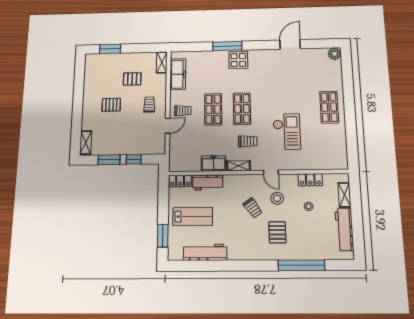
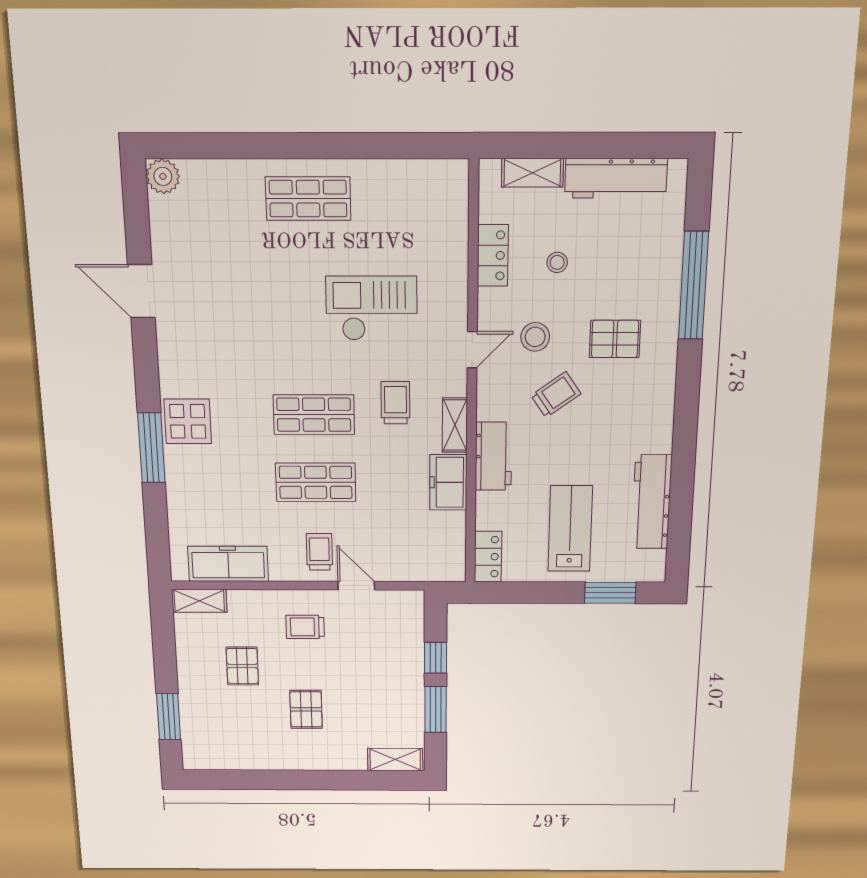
workbench: (208, 182) -> (493, 456), moved

